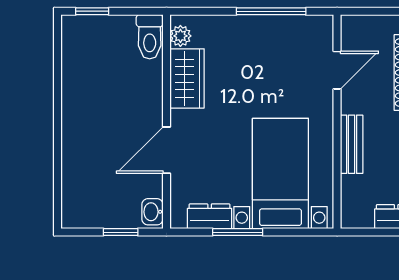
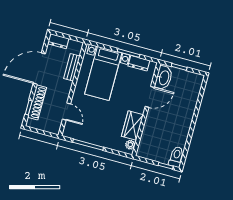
toilet: (150, 37) -> (176, 157), moved
door: (337, 70) -> (67, 112), swing flipped
bench: (352, 144) -> (72, 67), moved
washbasin: (152, 212) -> (164, 78), width x1.91, depth x1.45

